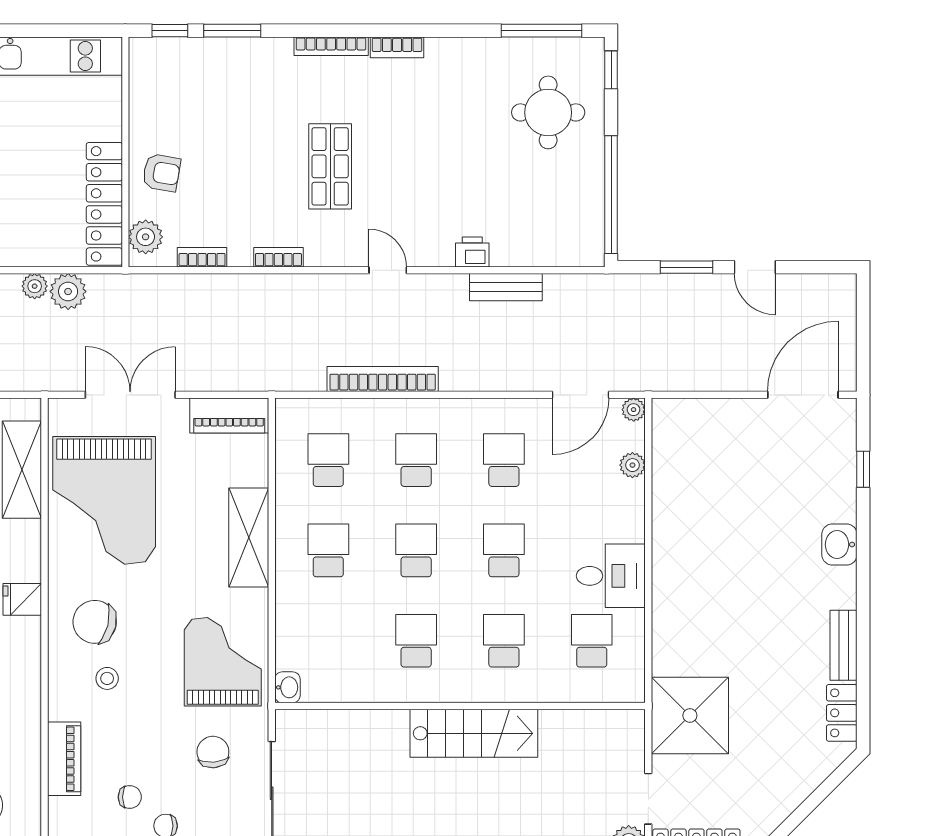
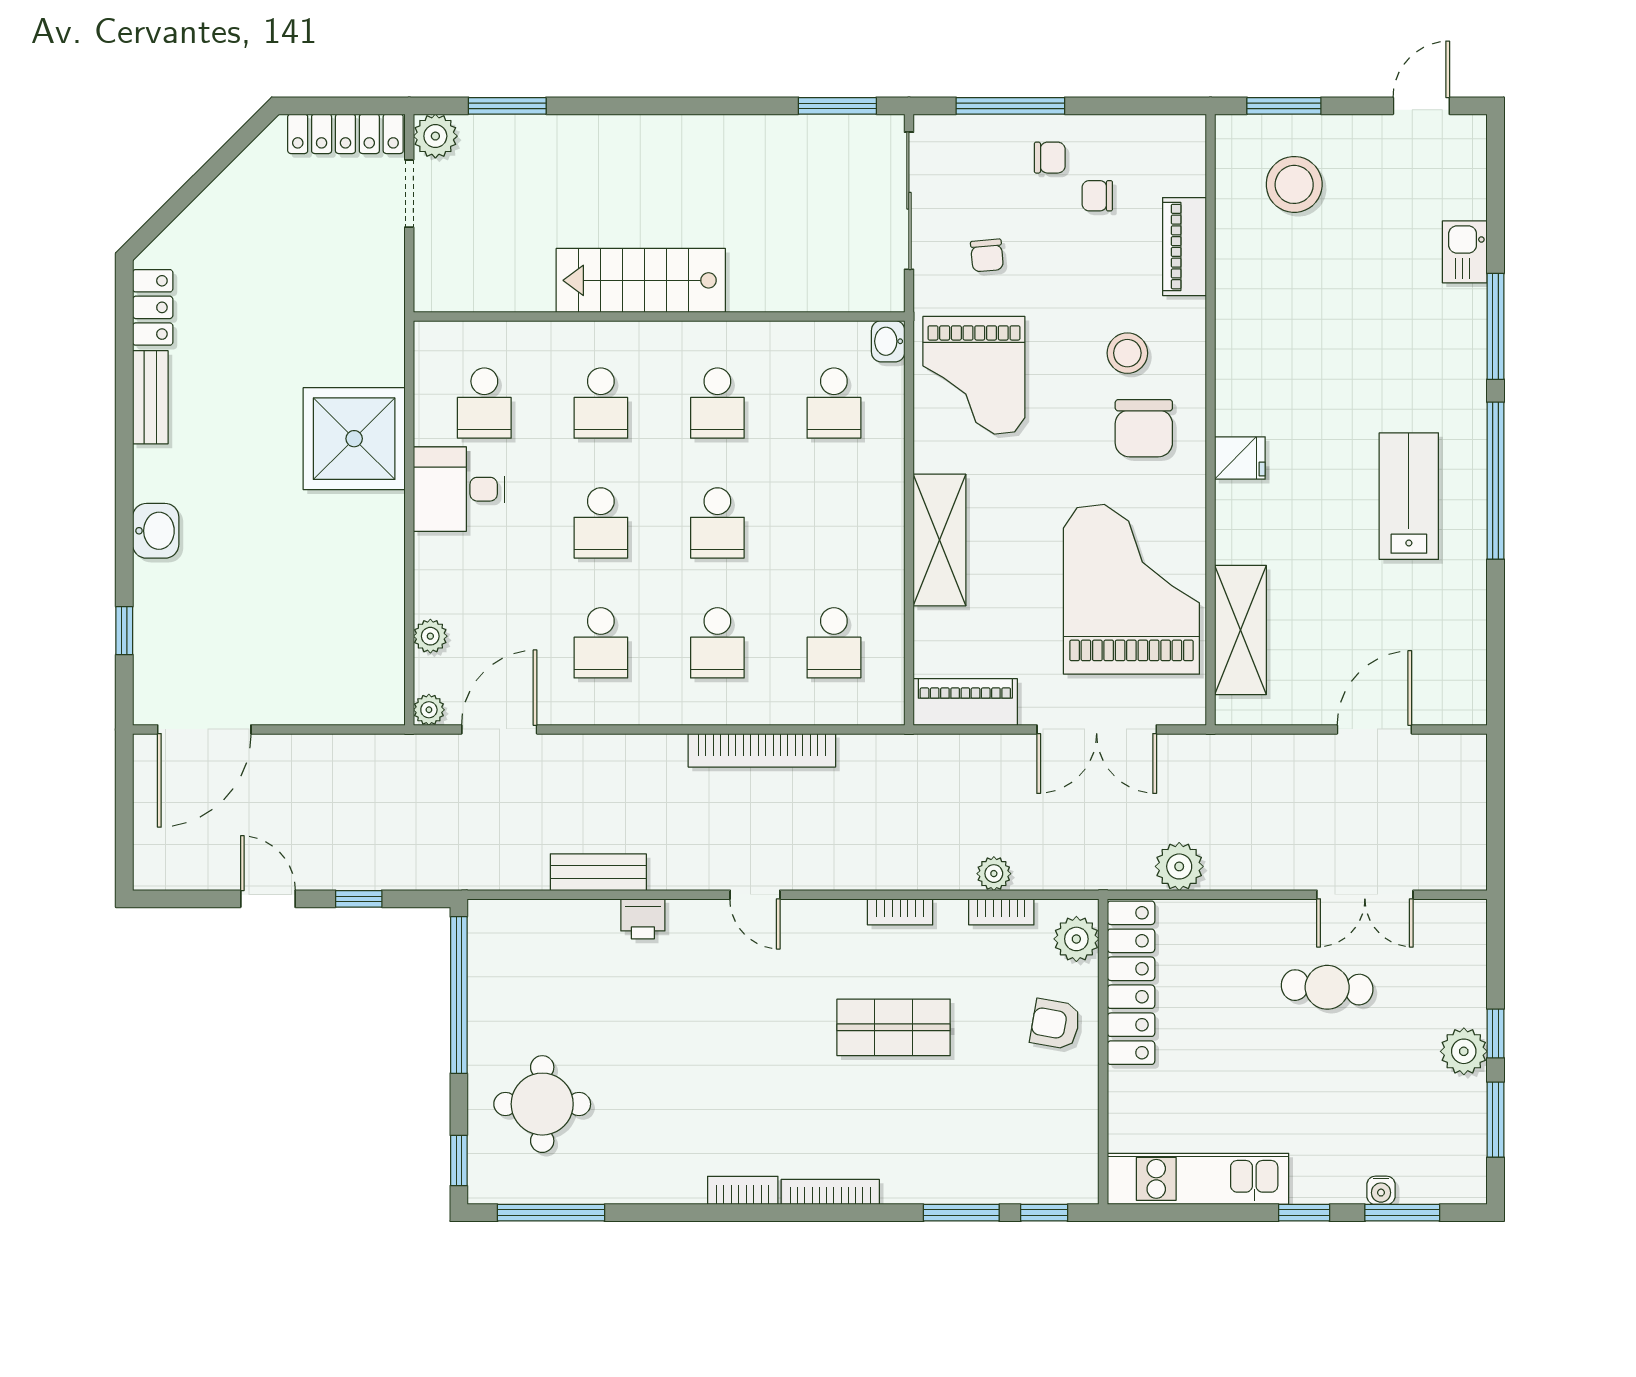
shop shelf: (330, 166) -> (894, 1027), moved, turned 90
window: (686, 267) -> (359, 899), width x0.67
plant: (35, 286) -> (994, 874), moved
school desk: (328, 550) -> (834, 403), moved
chair: (95, 622) -> (1144, 428), turned 76
stool: (107, 678) -> (1127, 353), width x1.37, depth x1.37
shower: (690, 715) -> (354, 439), moved
chair: (213, 752) -> (987, 255), width x0.73, depth x0.73

